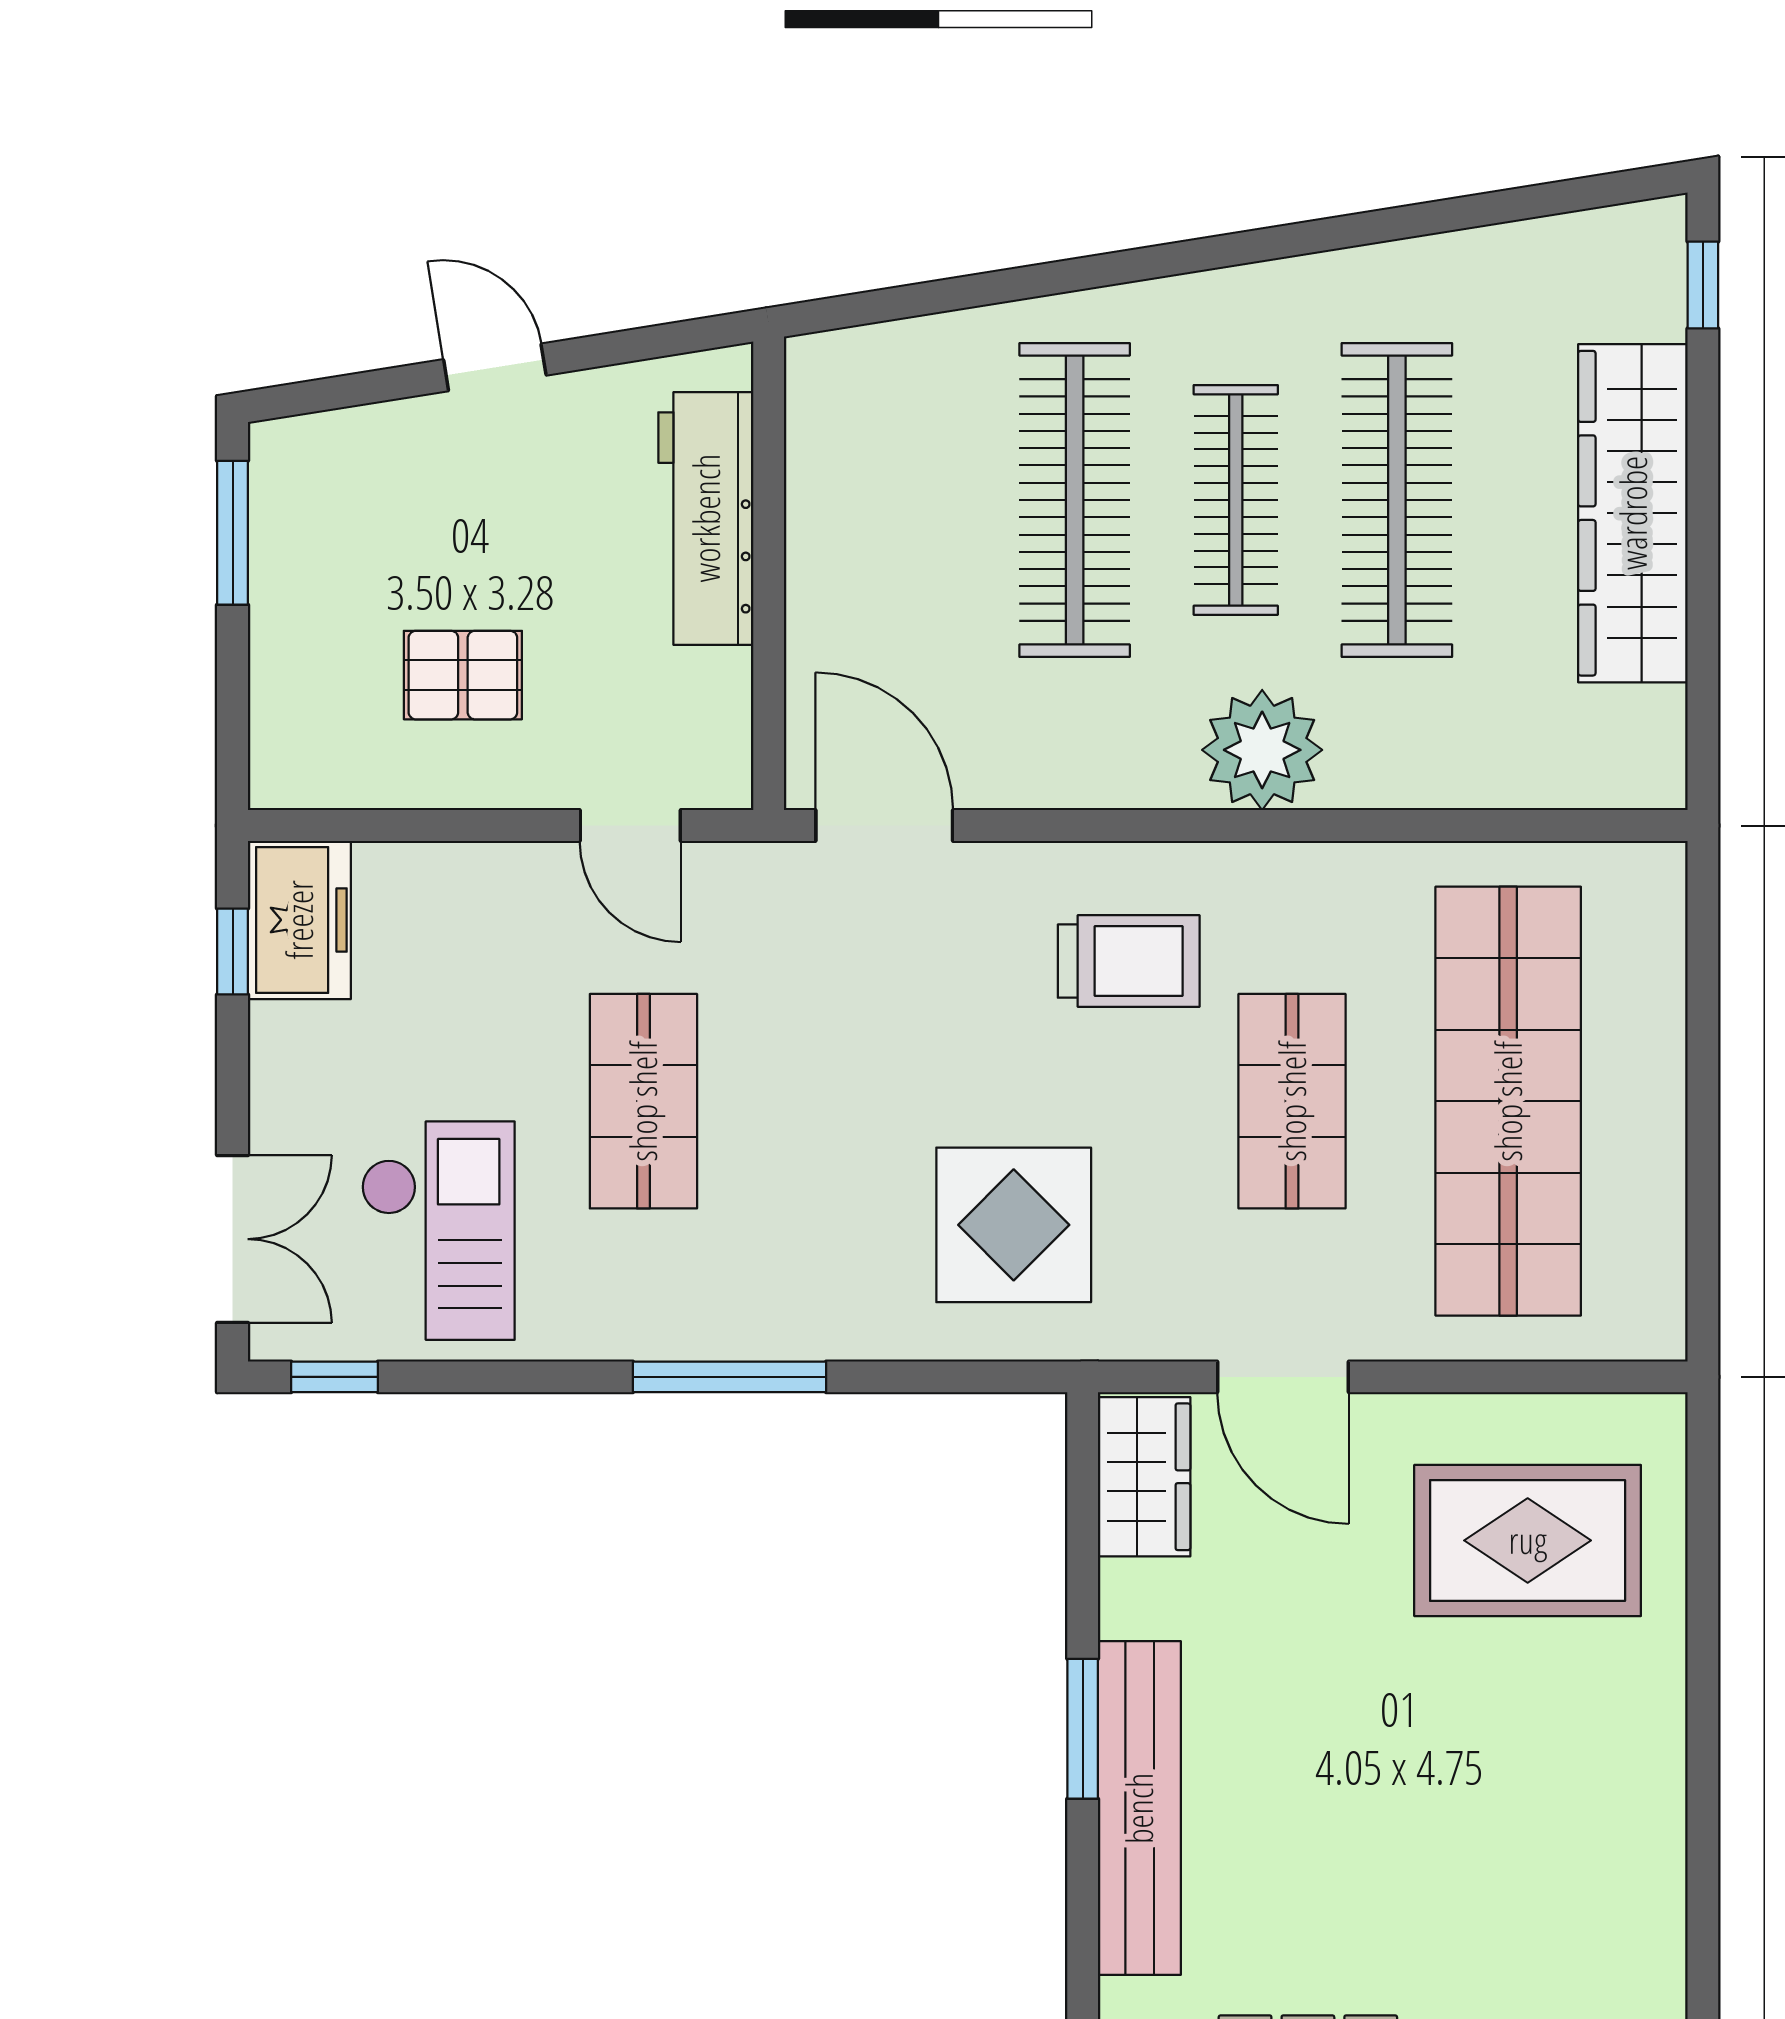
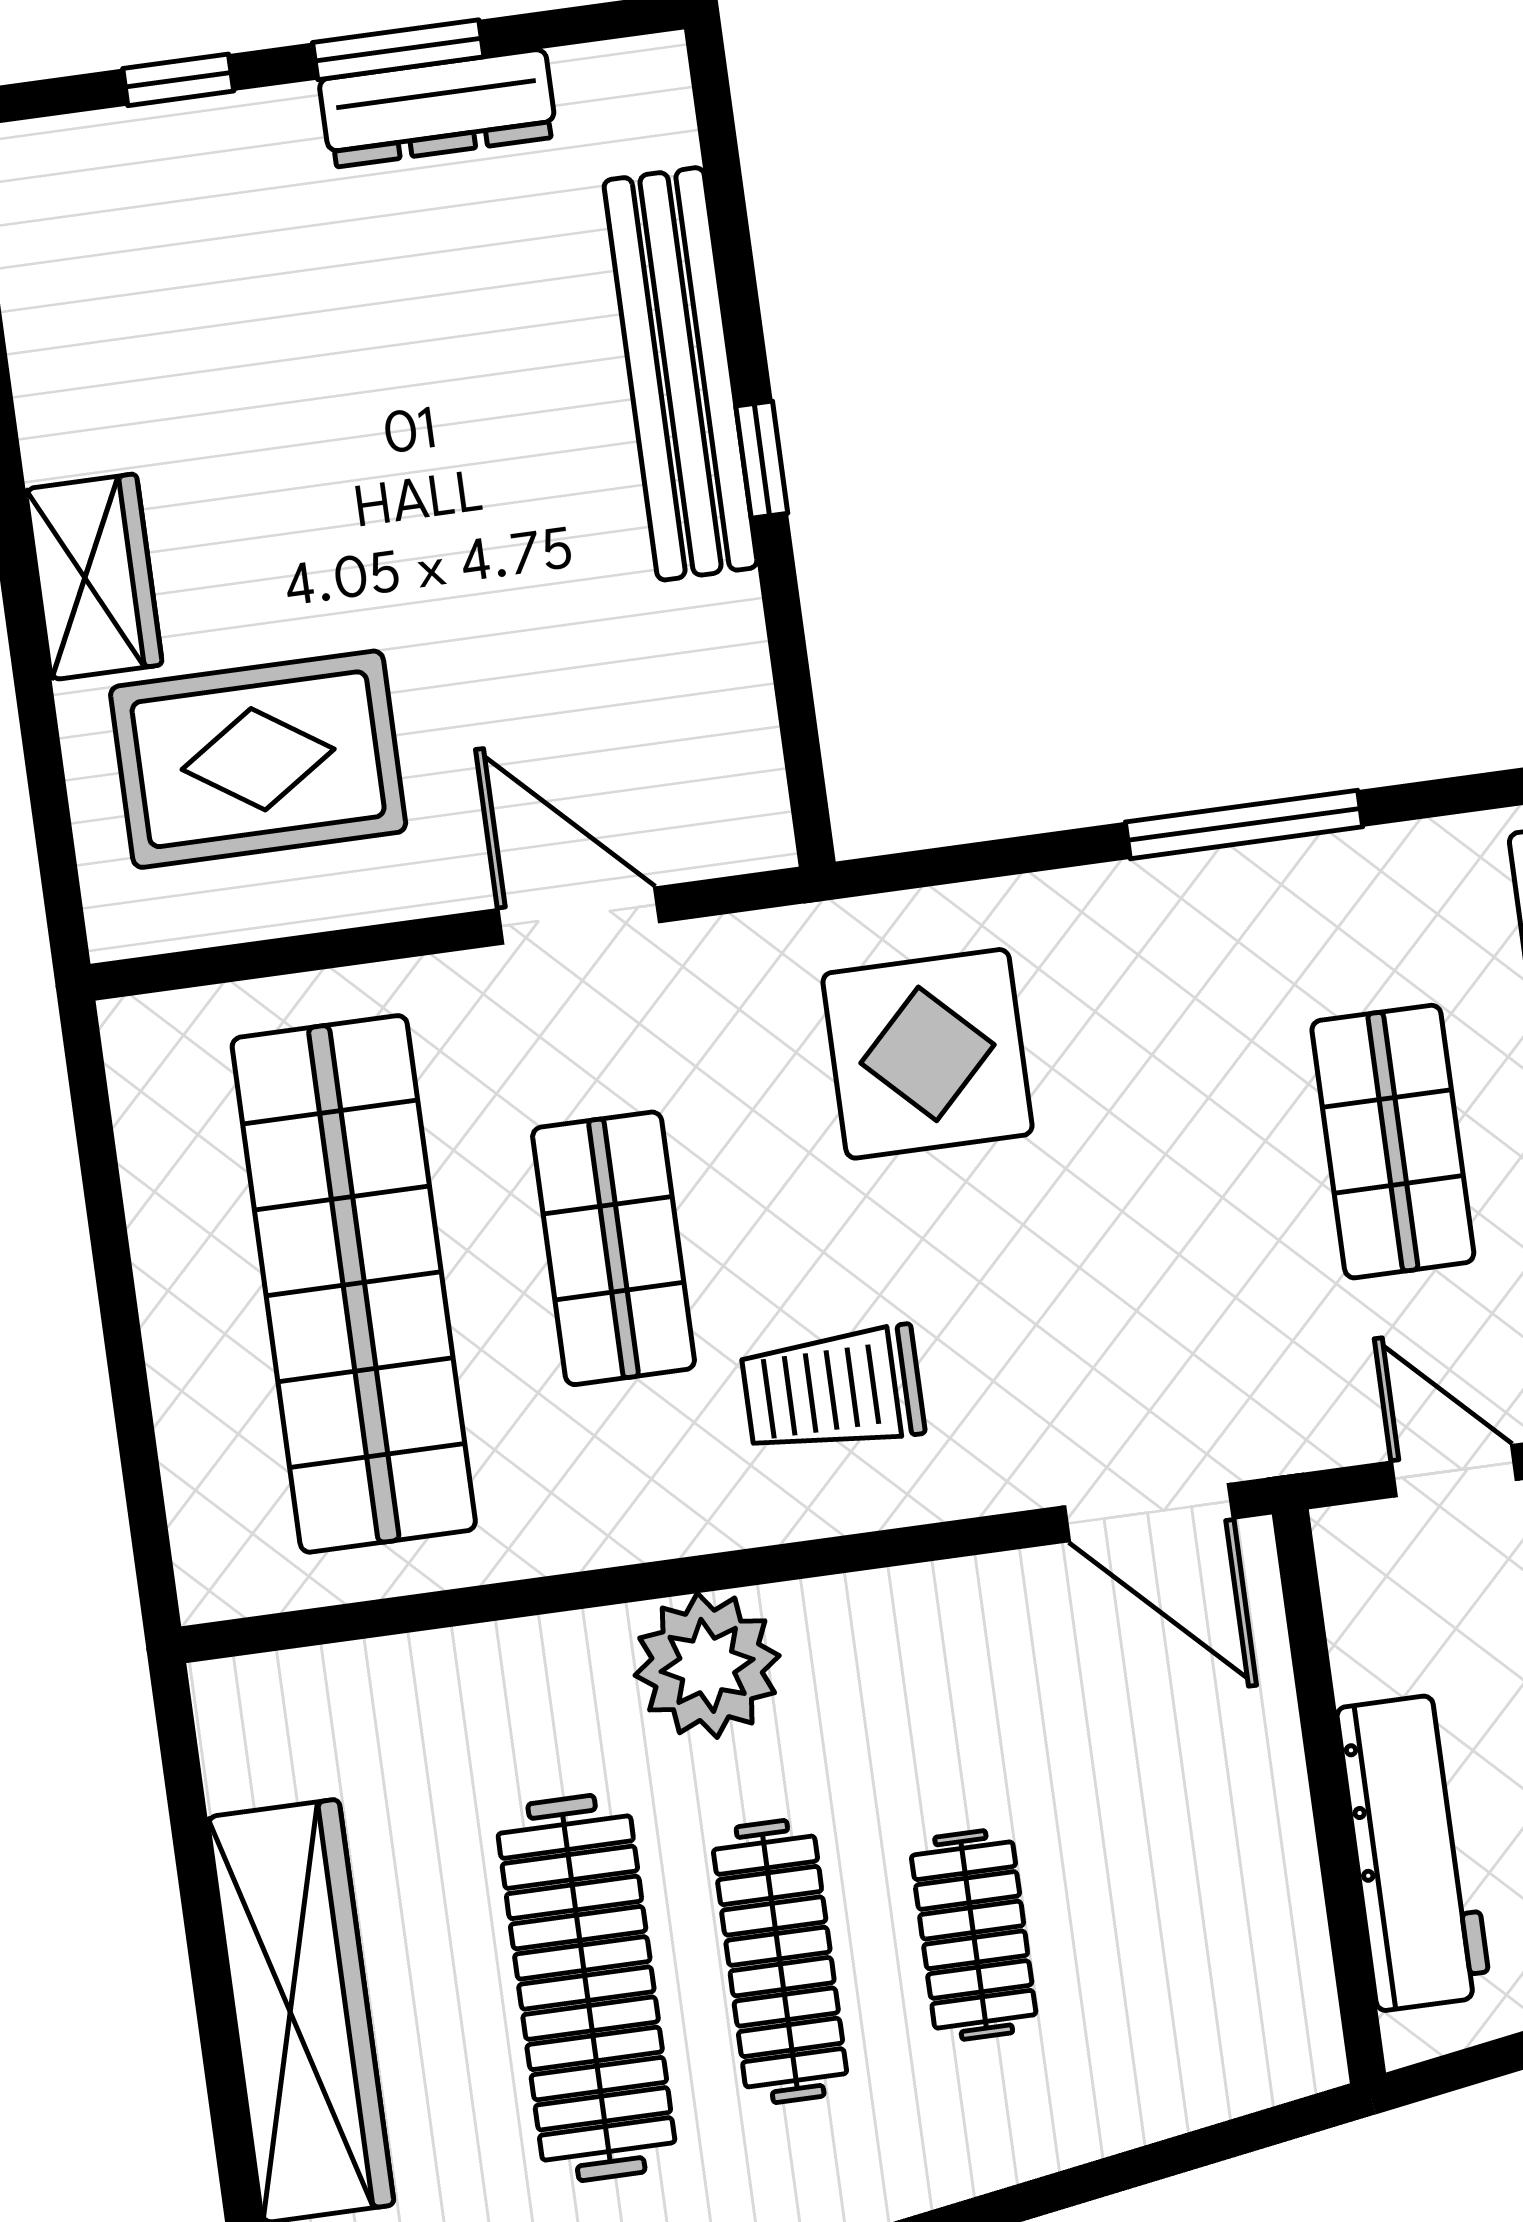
clothes rail: (1075, 500) -> (974, 1935), width x0.54, depth x0.76
wardrobe: (1144, 1477) -> (94, 577), moved, turned 180
window: (1083, 1729) -> (762, 460), width x0.67

